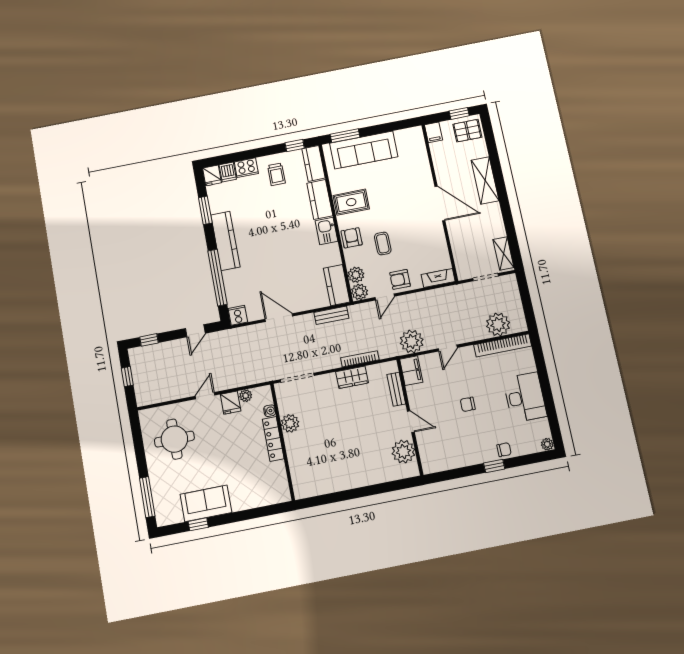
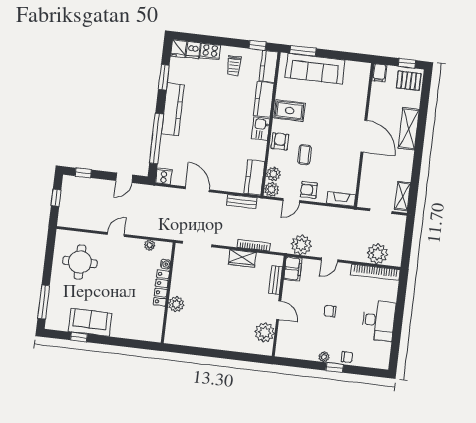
fridge: (231, 403) -> (135, 247), removed
plant: (290, 423) -> (176, 304), moved
plant: (547, 444) -> (324, 357), moved

